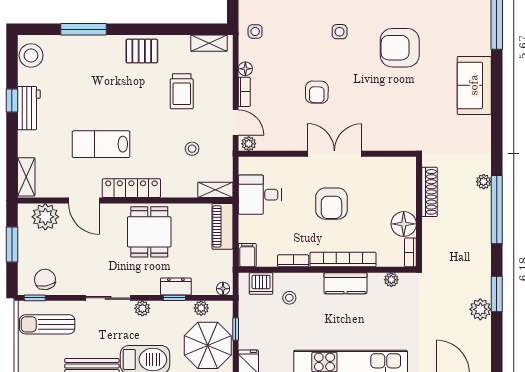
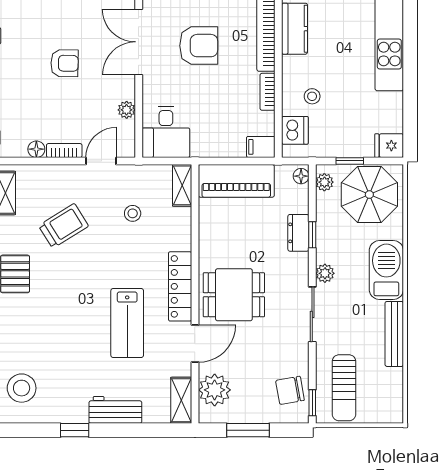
stool: (31, 55) -> (22, 388), moved
trolley: (182, 91) -> (64, 226), turned -32
workbench: (29, 108) -> (115, 410), moved
plant: (249, 144) -> (127, 110), moved
shelving: (26, 177) -> (181, 400), moved, turned 90
desk: (260, 195) -> (166, 132), moved
piano: (222, 226) -> (236, 181), width x1.37, depth x1.33
dining table: (149, 232) -> (234, 295), moved
plant: (201, 308) -> (324, 182), moved

